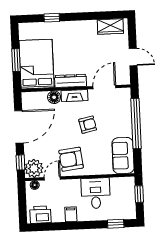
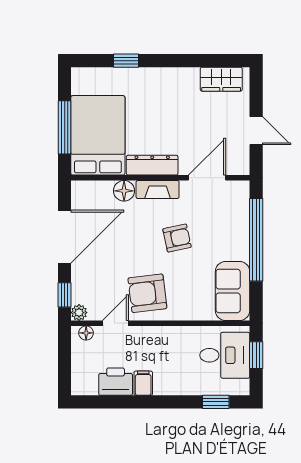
window: (16, 60) -> (65, 127), width x1.44
plant: (34, 168) -> (79, 313), width x0.53, depth x0.53
desk: (96, 193) -> (225, 355), moved, turned 90
printer: (40, 215) -> (116, 382), moved

